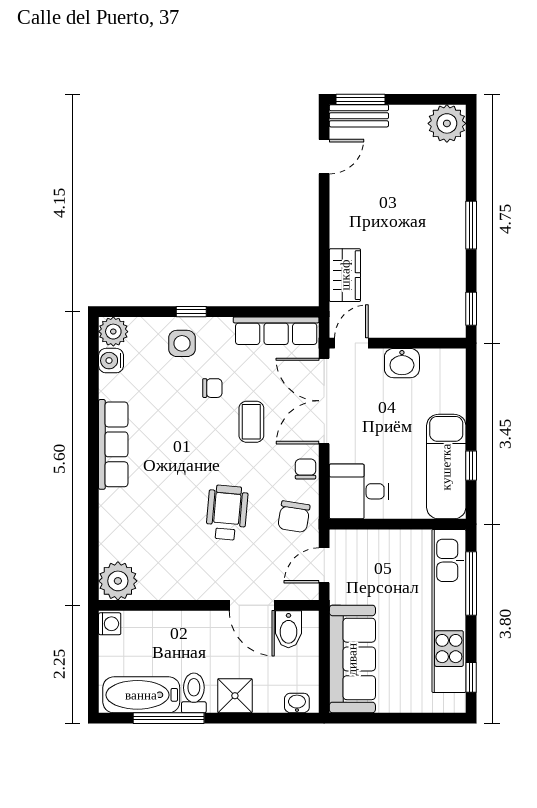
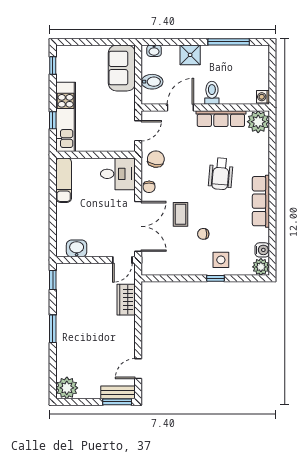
row of seats: (276, 331) -> (221, 119), moved, turned 180
washbasin: (402, 363) -> (77, 248), moved
window: (471, 466) -> (53, 189), removed
exam couch: (446, 467) -> (64, 180), width x0.73, depth x0.69
wheelchair: (227, 513) -> (221, 174), moved
window: (471, 584) -> (53, 120), width x0.46
door: (252, 605) -> (180, 107), hinge flipped
kitchen unit: (449, 611) -> (66, 117), width x0.73
bidet: (288, 629) -> (152, 82), moved, turned 90
sofa: (352, 659) -> (122, 68), width x0.73
toilet: (194, 693) -> (212, 93), moved, turned 180
bathtub: (141, 695) -> (245, 55), removed

